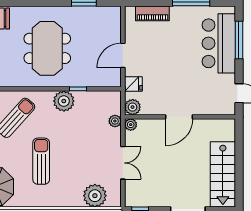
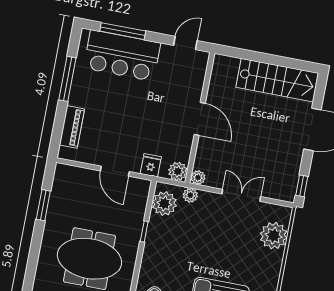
plant: (64, 101) -> (164, 203), moved

